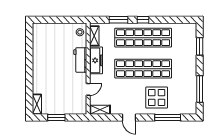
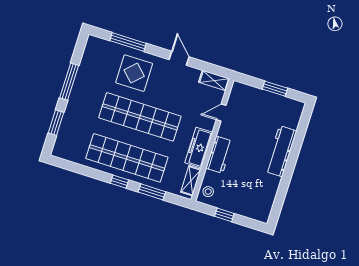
window: (64, 20) -> (224, 215), added
workbench: (39, 76) -> (281, 151), added
window: (200, 89) -> (69, 82), moved
shelving: (37, 104) -> (295, 114), removed

